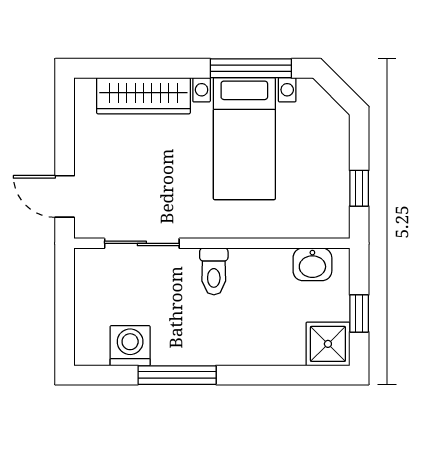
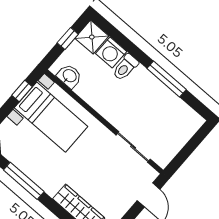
bed with nightstands: (244, 139) -> (51, 117), moved, turned 90
toilet: (214, 271) -> (125, 67), moved, turned 180
washing machine: (130, 346) -> (111, 52), moved

